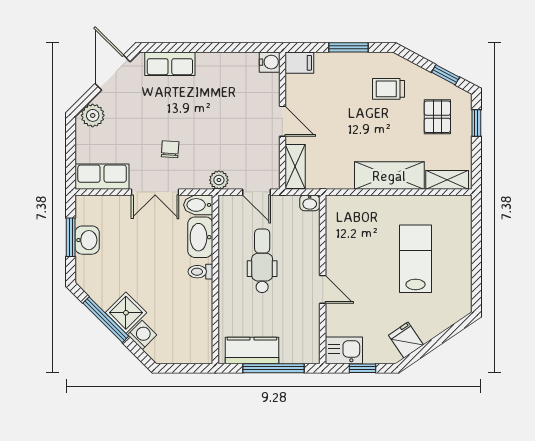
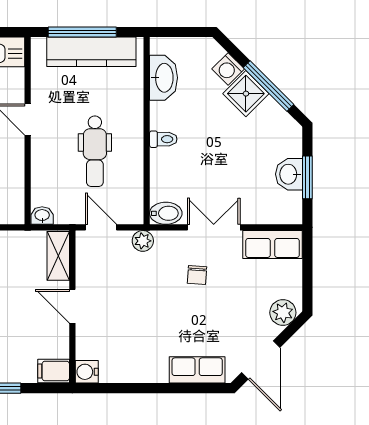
washbasin: (200, 237) -> (164, 78), moved
kitchen counter: (252, 350) -> (91, 52), width x1.50

